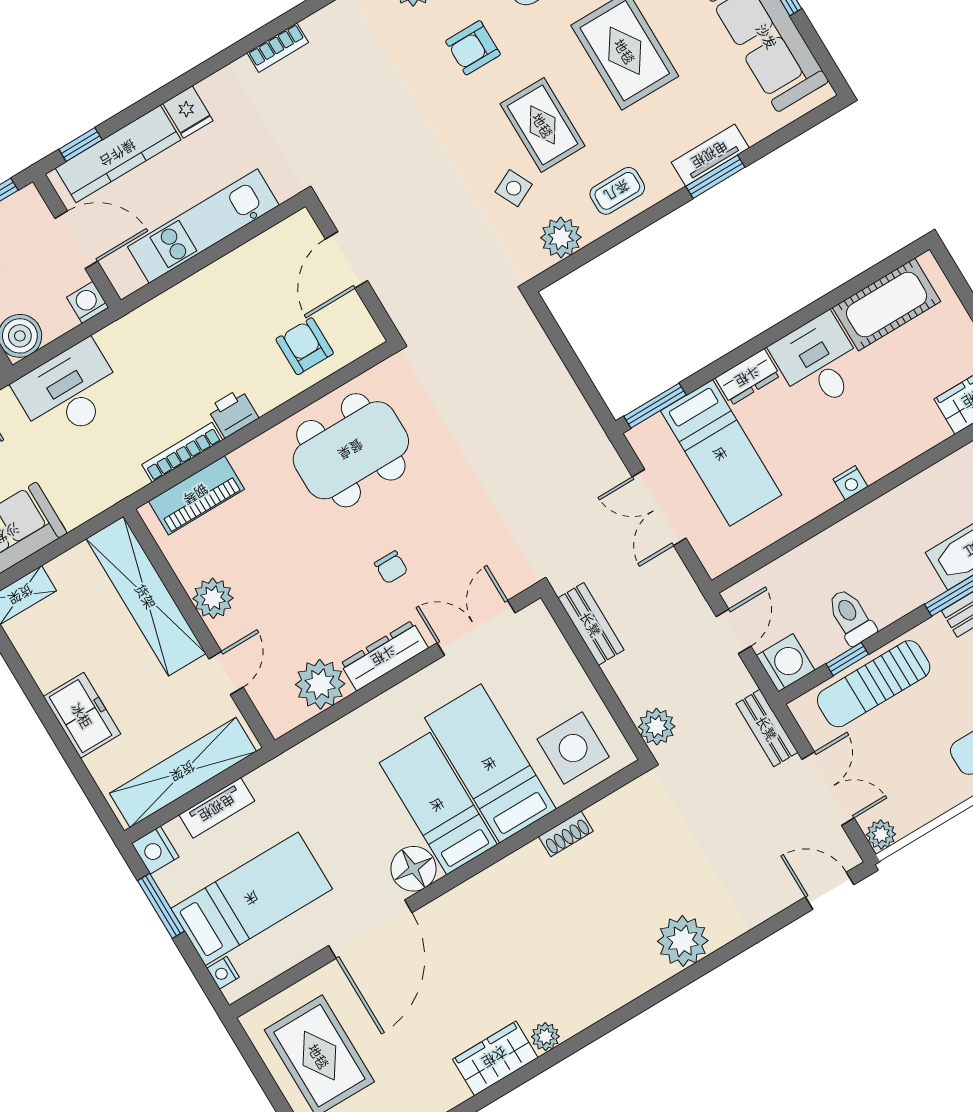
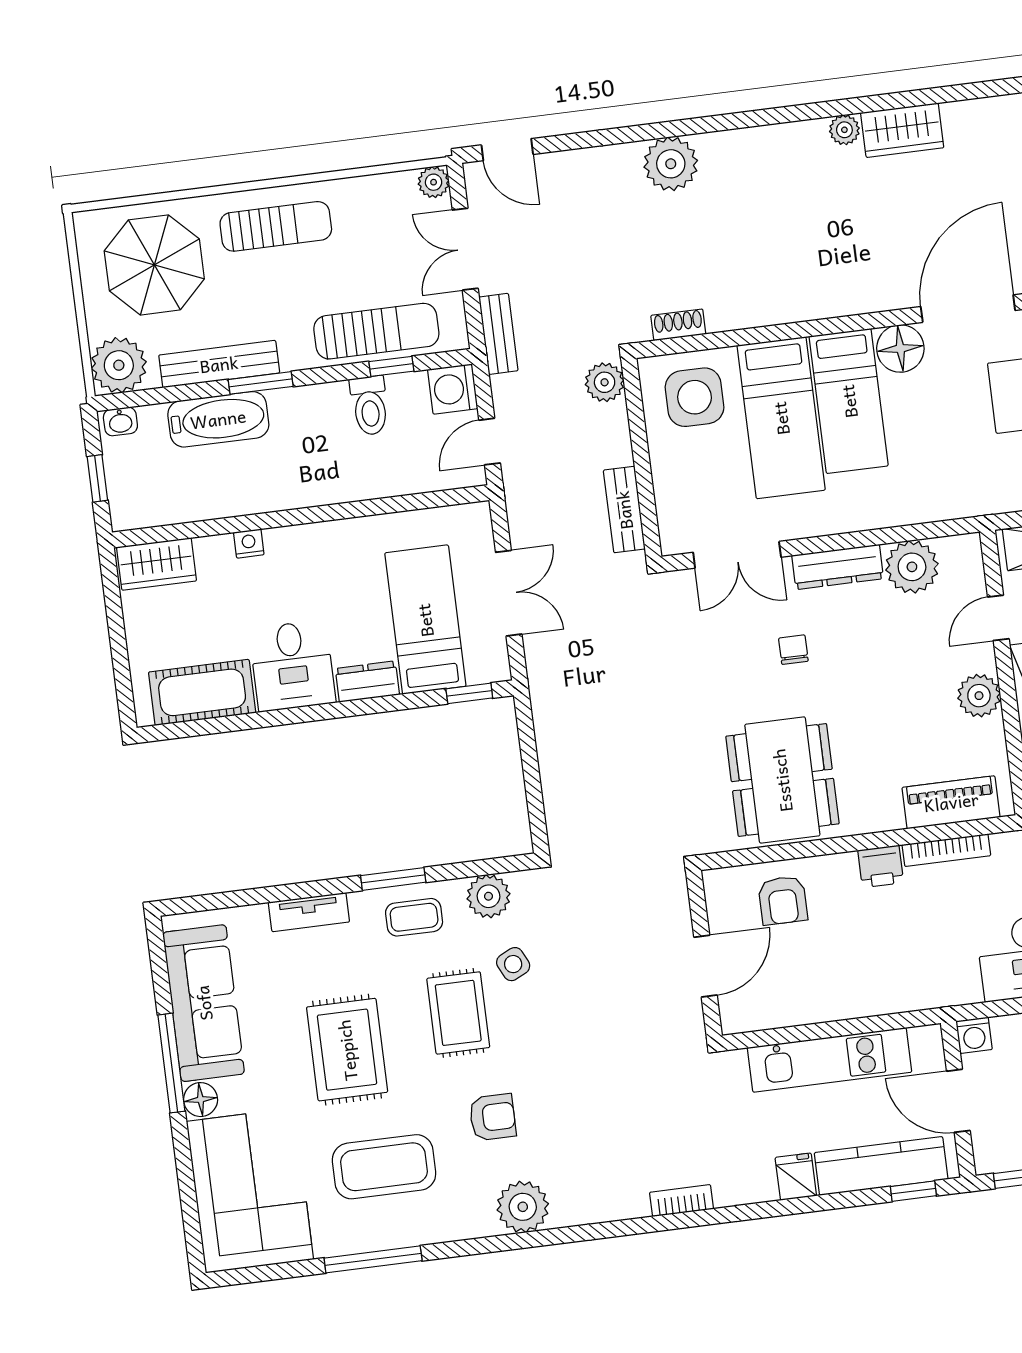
window: (715, 177) -> (393, 879), moved
window: (655, 406) -> (469, 693), width x0.67
dining table: (351, 450) -> (782, 780), turned 90
nightstand: (850, 483) -> (249, 544), moved
shoe rack: (566, 834) -> (678, 325), moved

